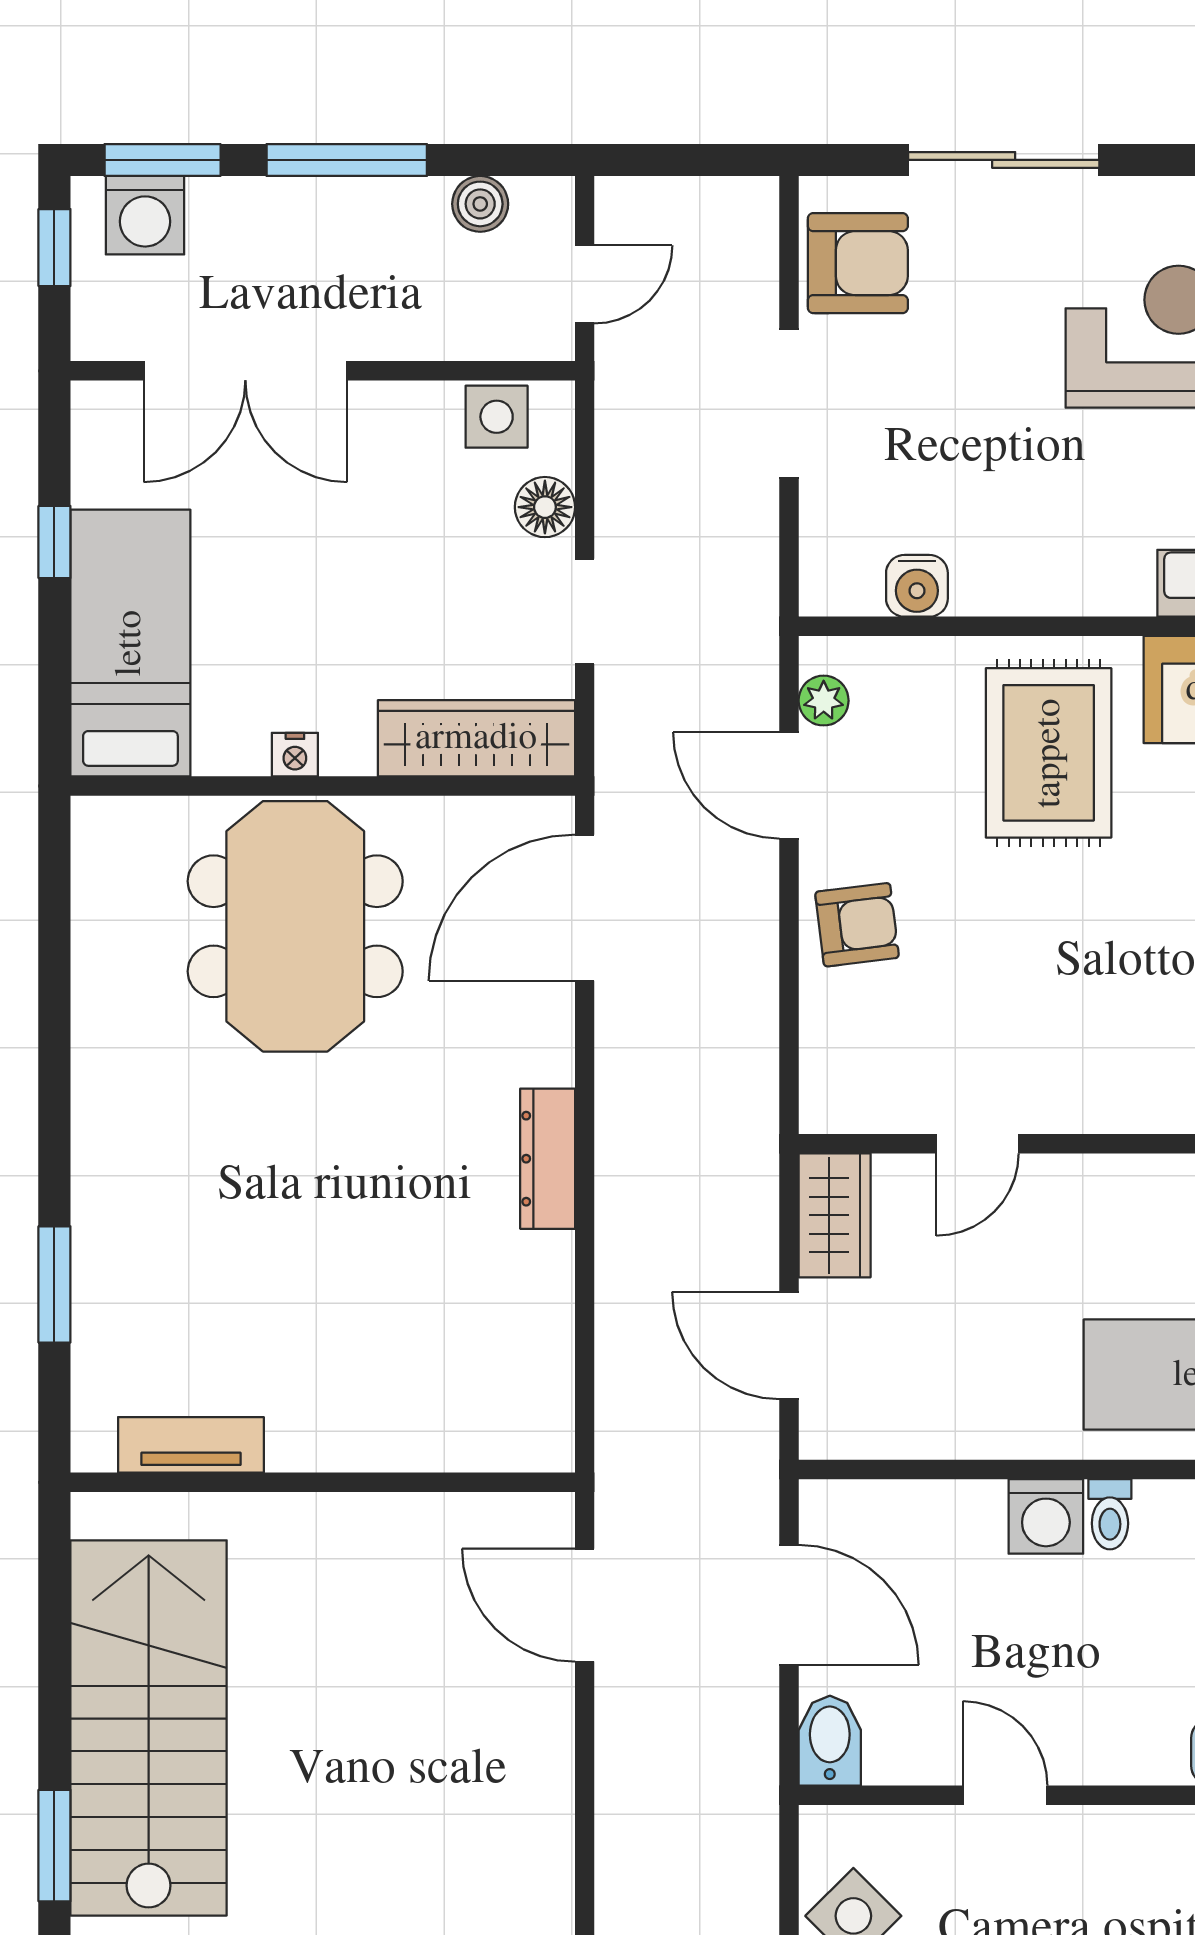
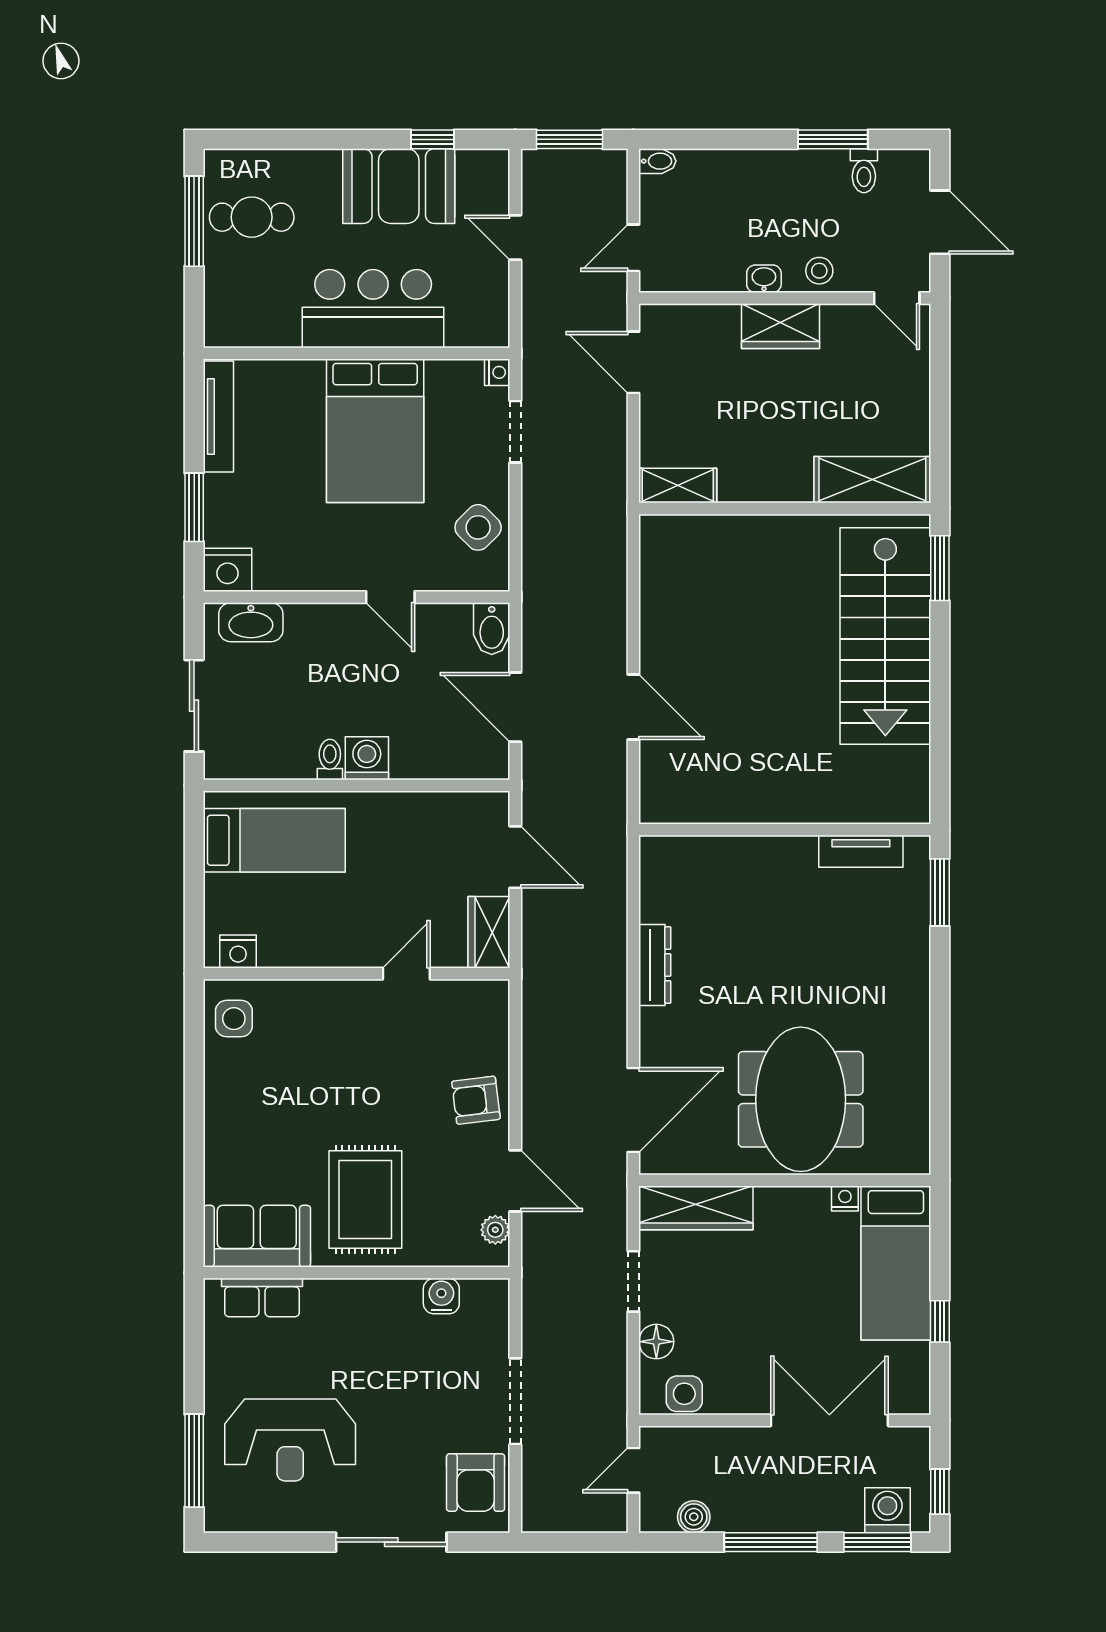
armchair: (858, 263) -> (476, 1483), turned -90
nightstand: (295, 755) -> (845, 1199), moved
tv unit: (191, 1445) -> (861, 851), moved
wall: (323, 1482) -> (785, 830), moved

